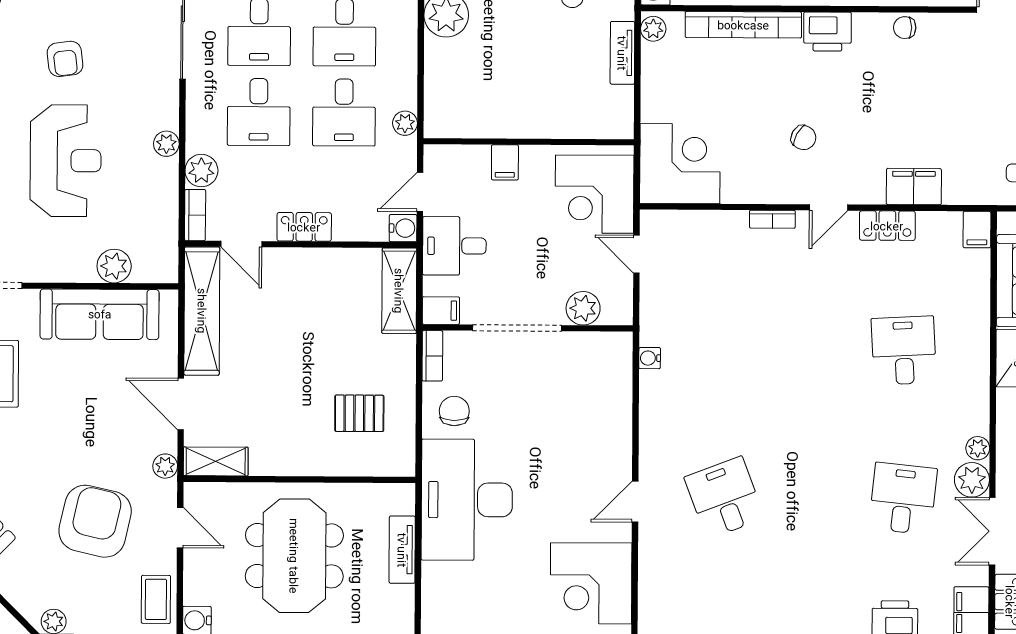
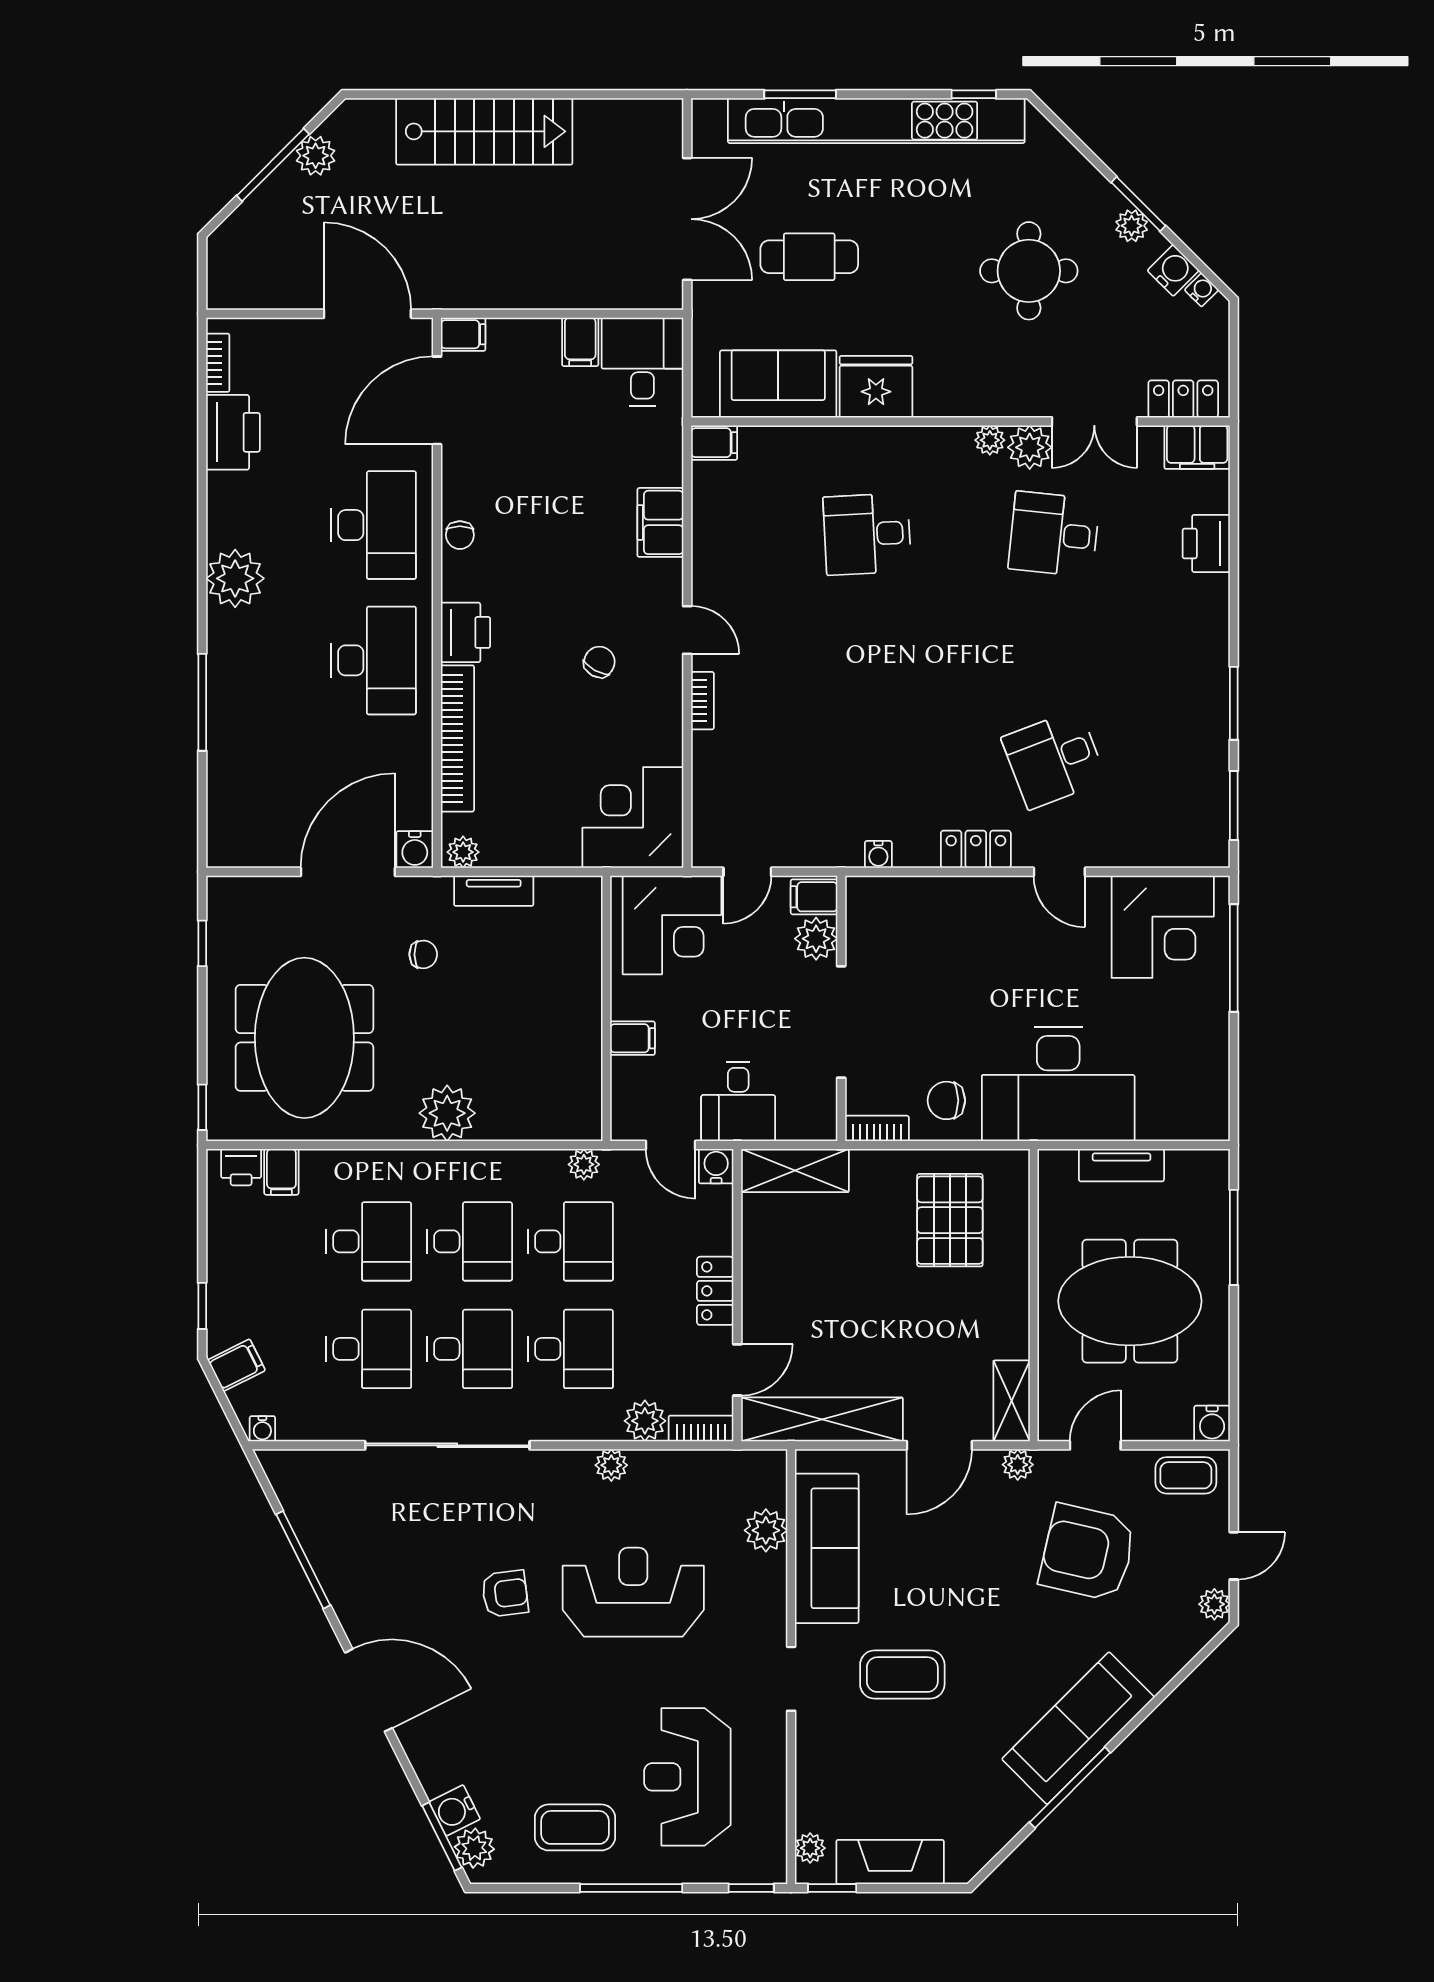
locker: (887, 226) -> (976, 849), moved, turned -90
filing cabinet: (441, 311) -> (814, 897), moved, turned -90
pallet: (359, 413) -> (950, 1220), width x1.50, depth x1.42

